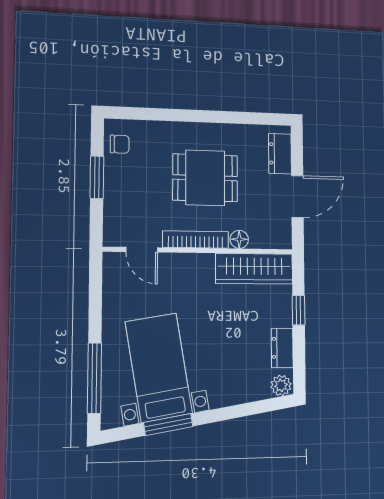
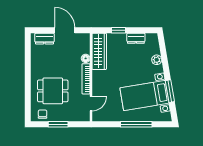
dining table: (205, 178) -> (53, 91), moved, turned 90
window: (94, 378) -> (136, 124), moved
plant: (281, 385) -> (157, 60), moved

